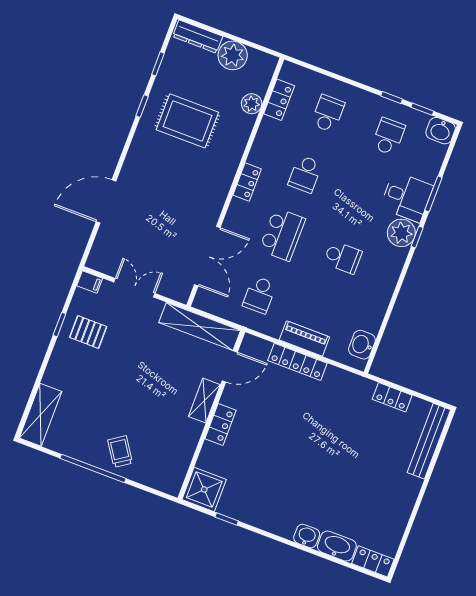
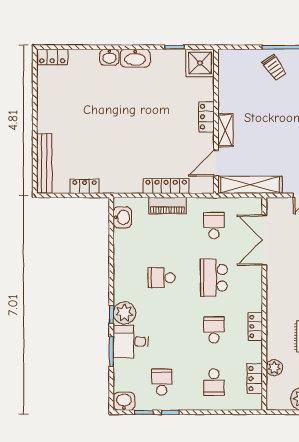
school desk: (388, 136) -> (162, 382), turned 180
locker: (247, 182) -> (255, 326), moved
washbasin: (337, 546) -> (135, 58), moved

